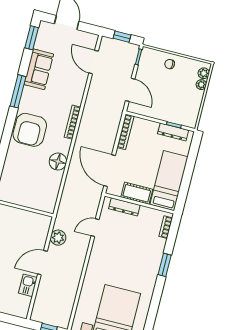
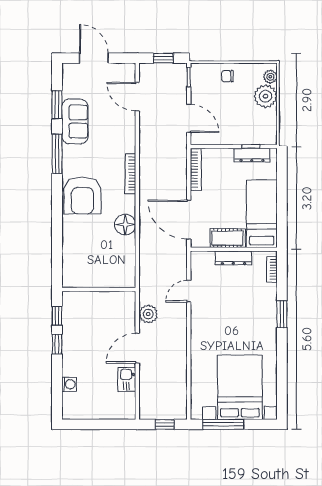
window: (32, 38) -> (57, 105), moved
plant: (201, 85) -> (266, 96), width x1.88, depth x1.88
dresser: (124, 207) -> (233, 258), moved

